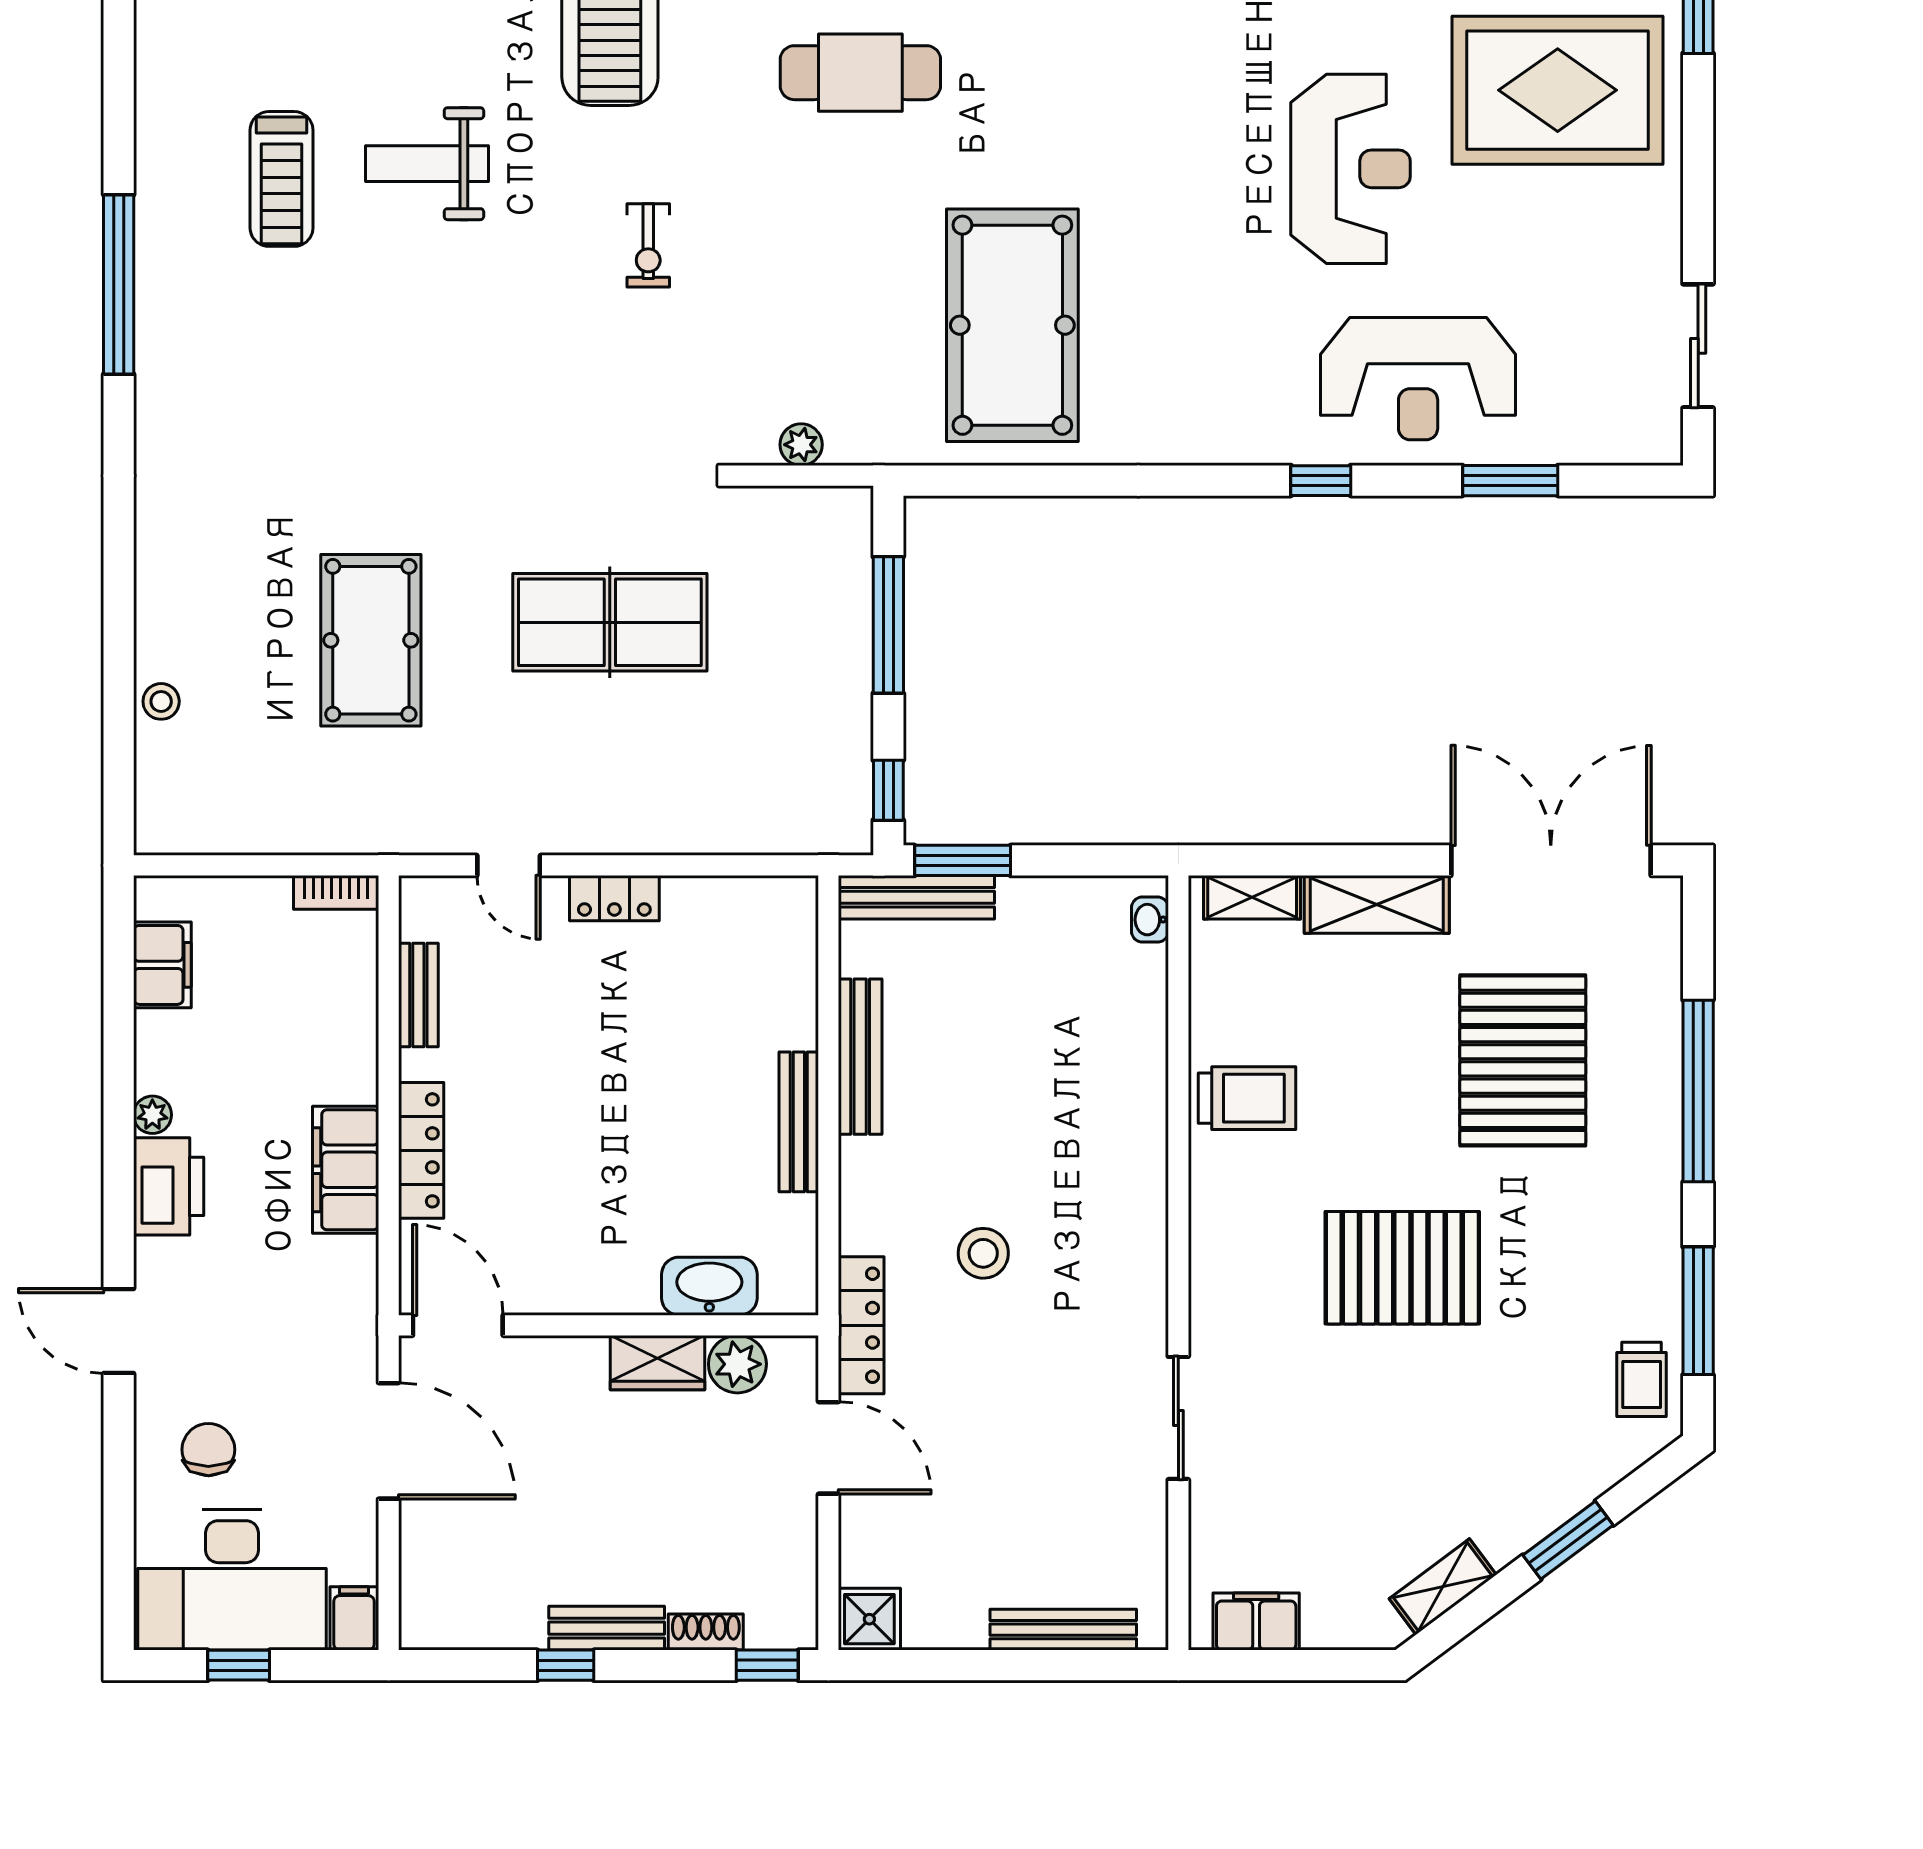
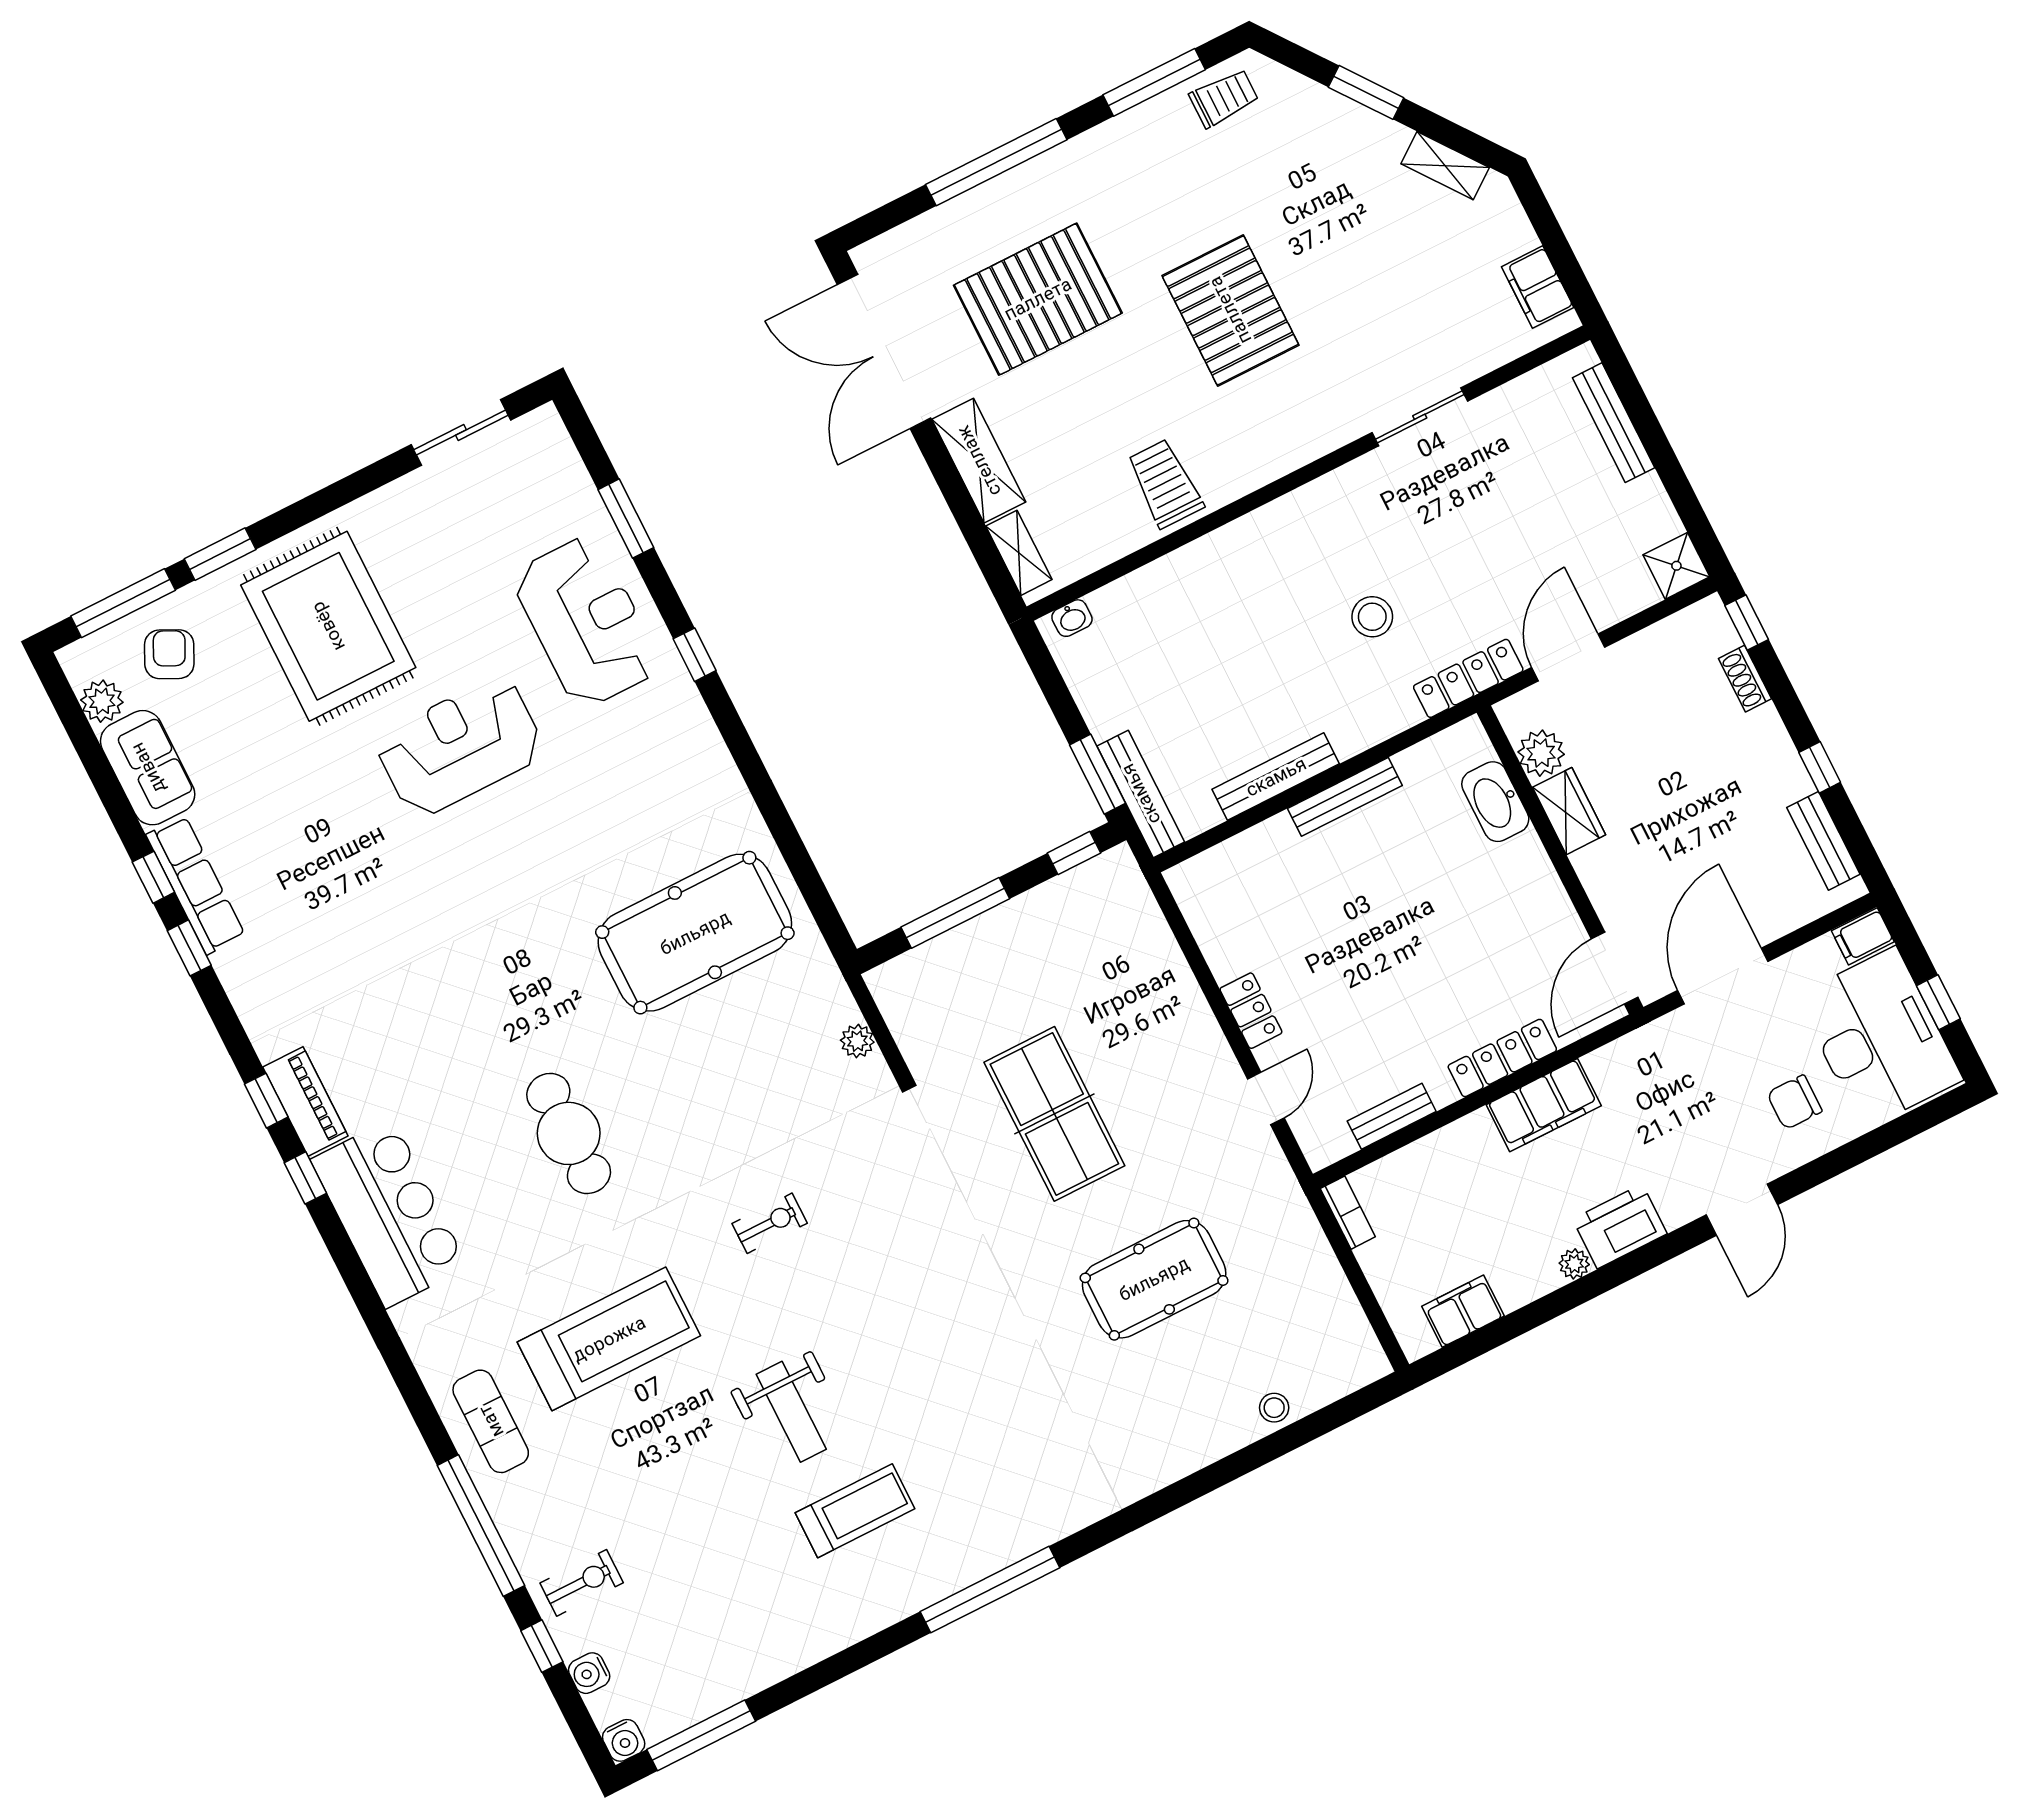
bench: (607, 1628) -> (1823, 841), moved

